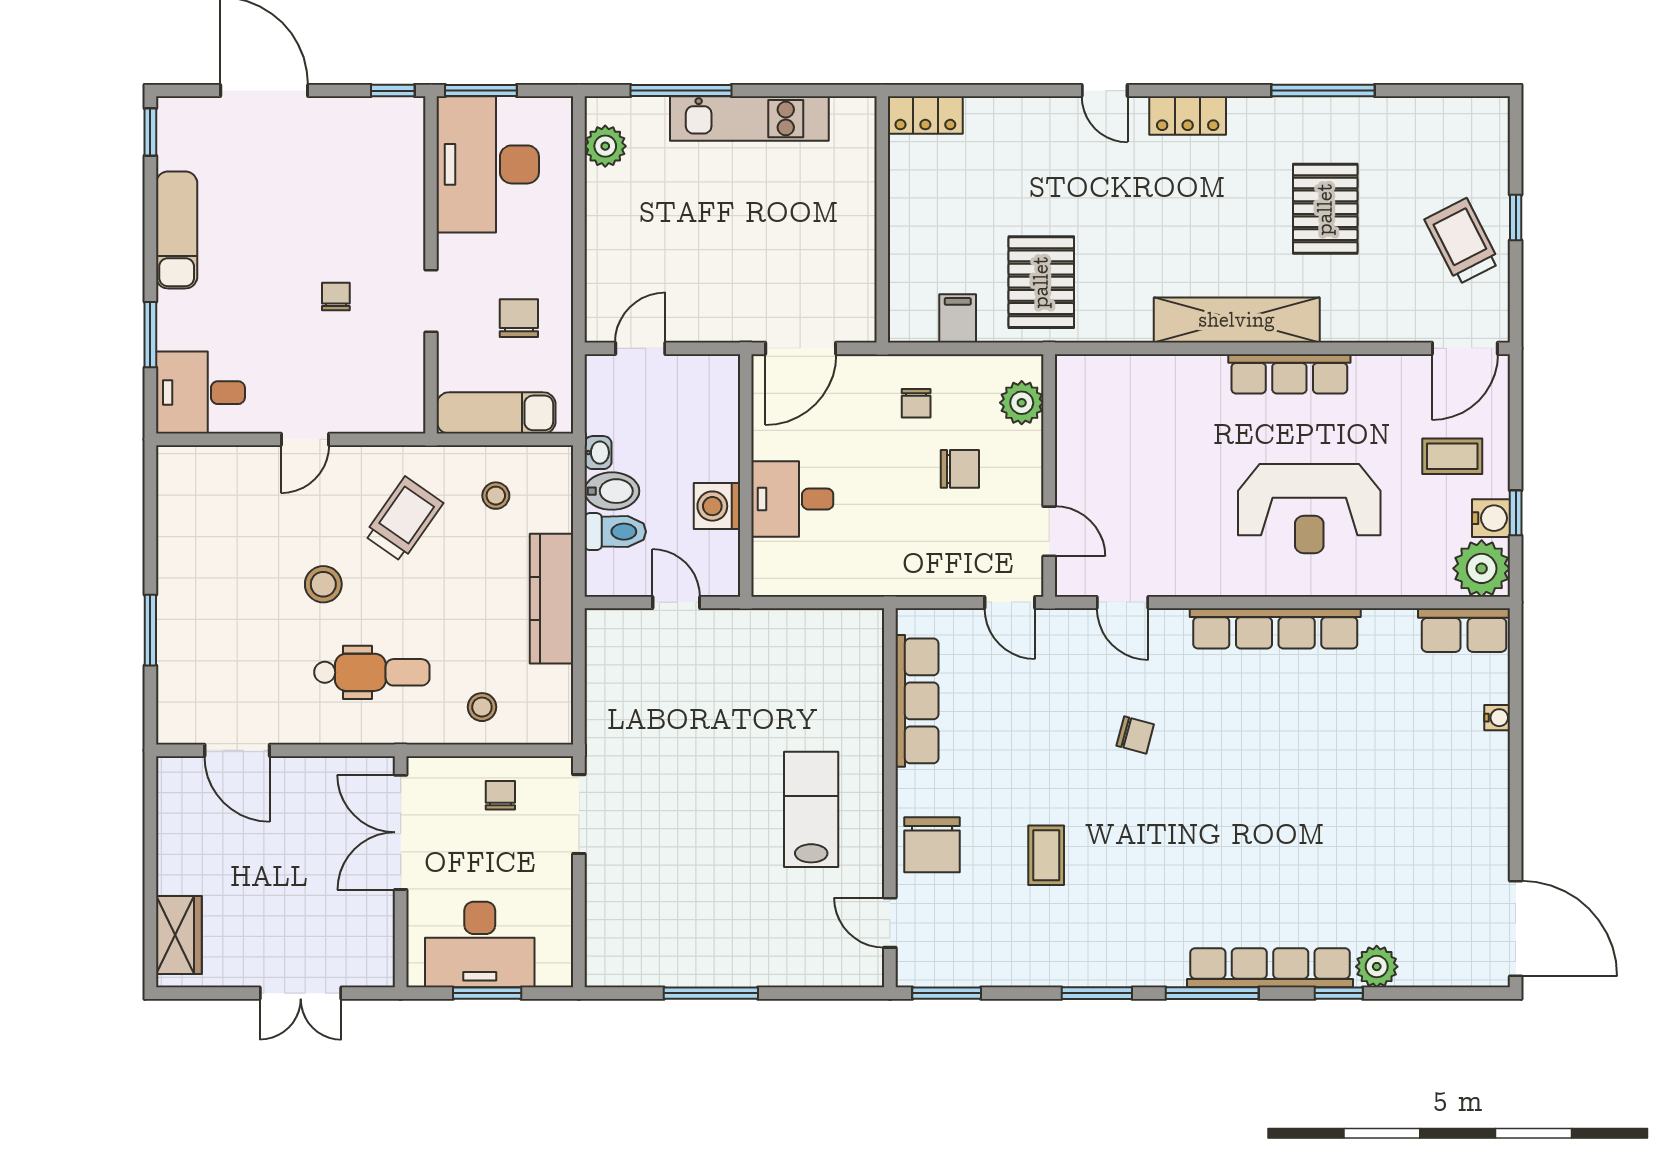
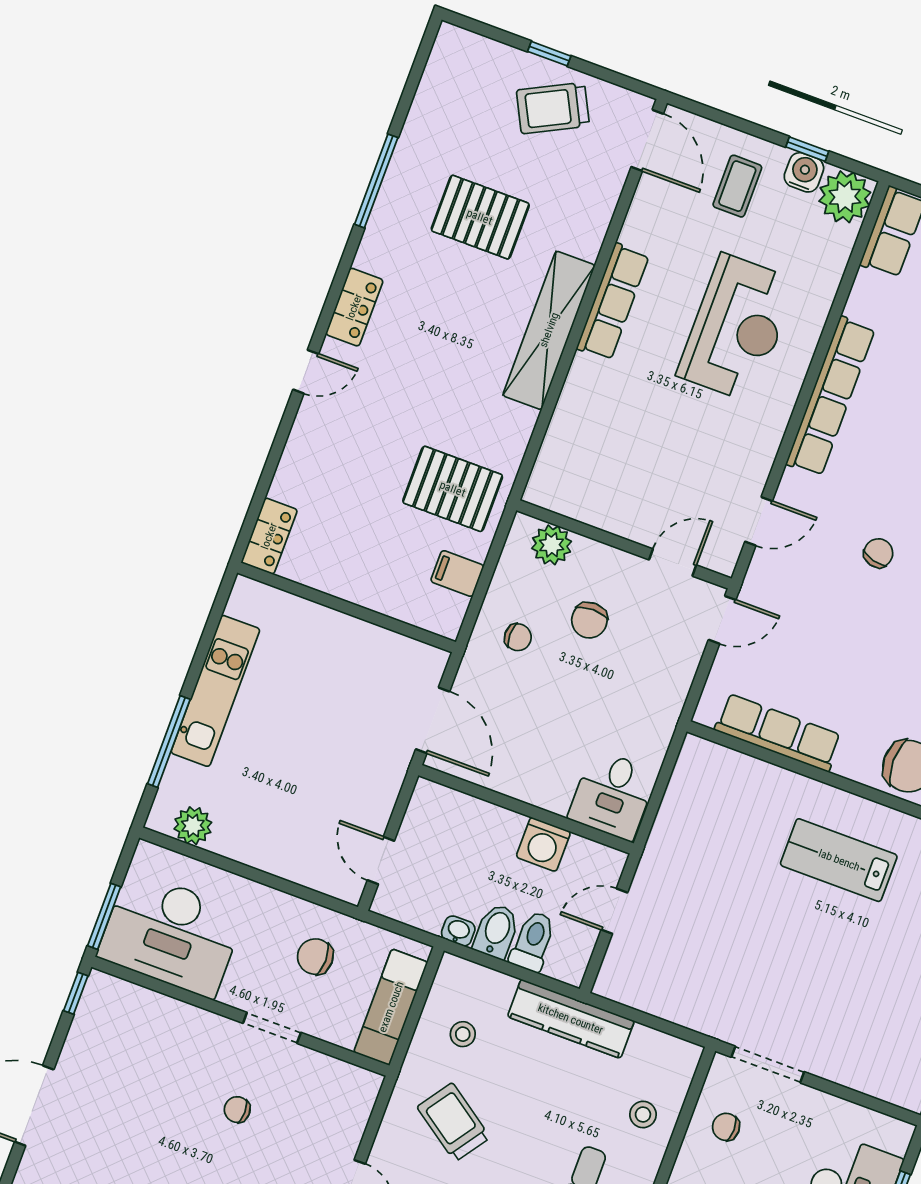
chair: (960, 469) -> (589, 620), turned 180
desk: (792, 499) -> (612, 795), moved

